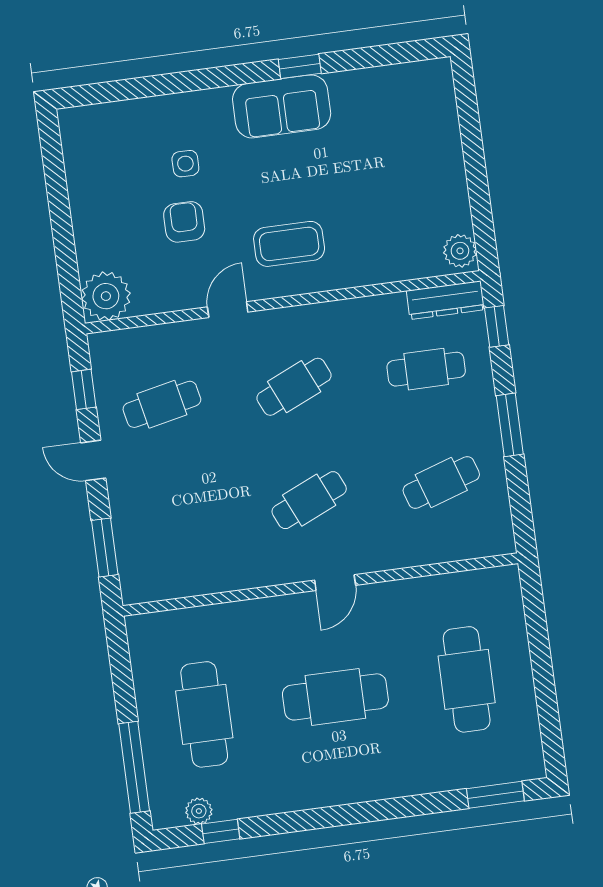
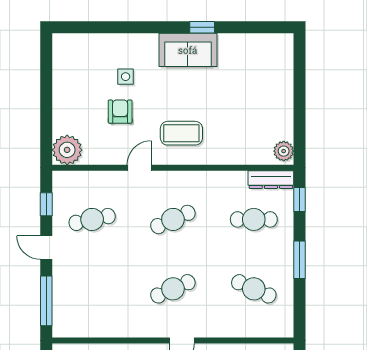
cafe table: (441, 482) -> (254, 289), turned 42
window: (105, 547) -> (46, 301), width x1.44

